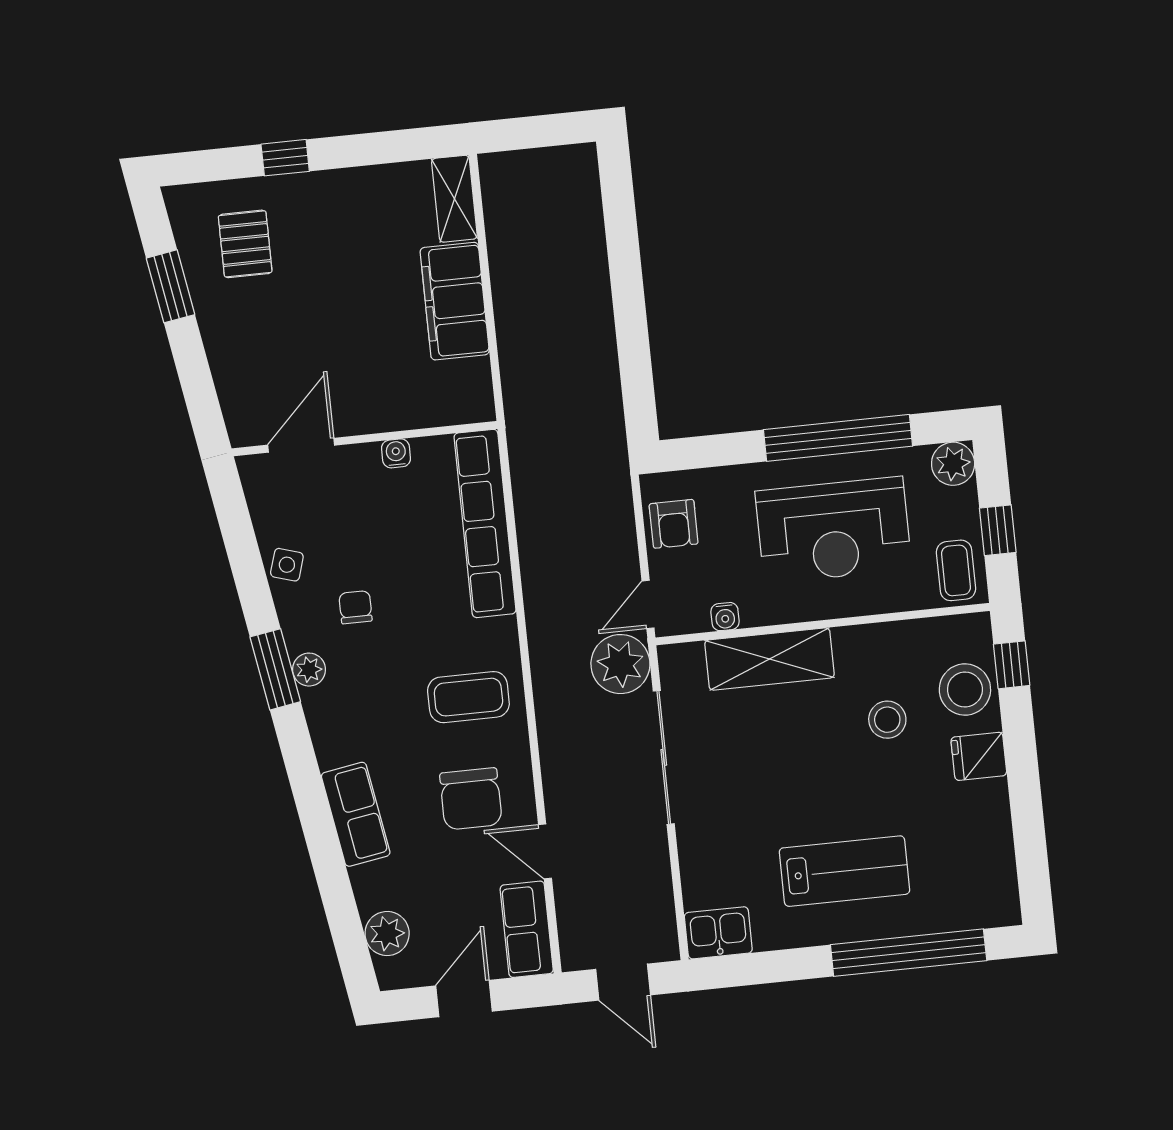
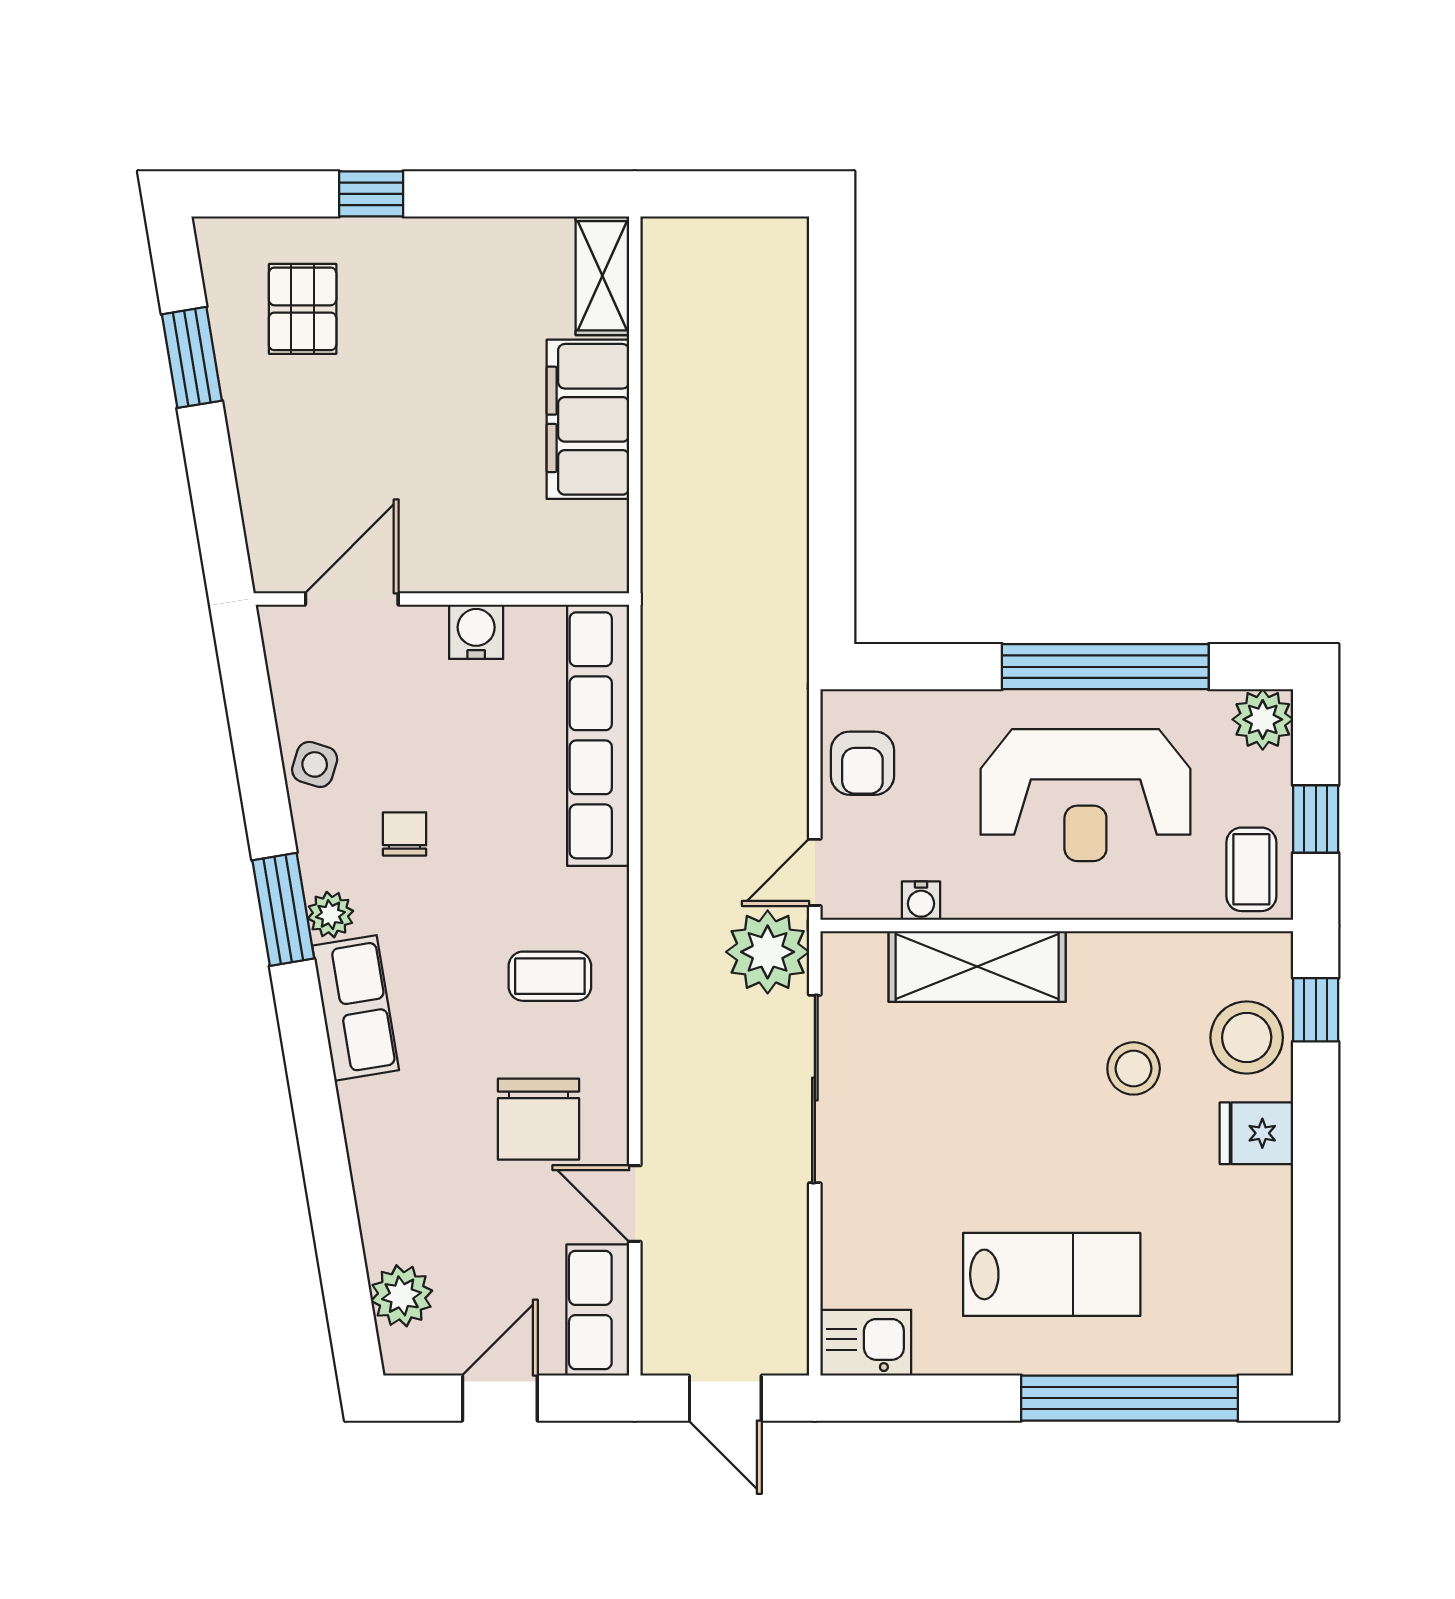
water cooler: (396, 453) -> (476, 632), width x1.38, depth x1.38
coffee table: (468, 697) -> (550, 976), width x0.73, depth x0.77
row of seats: (356, 814) -> (356, 1008), moved

